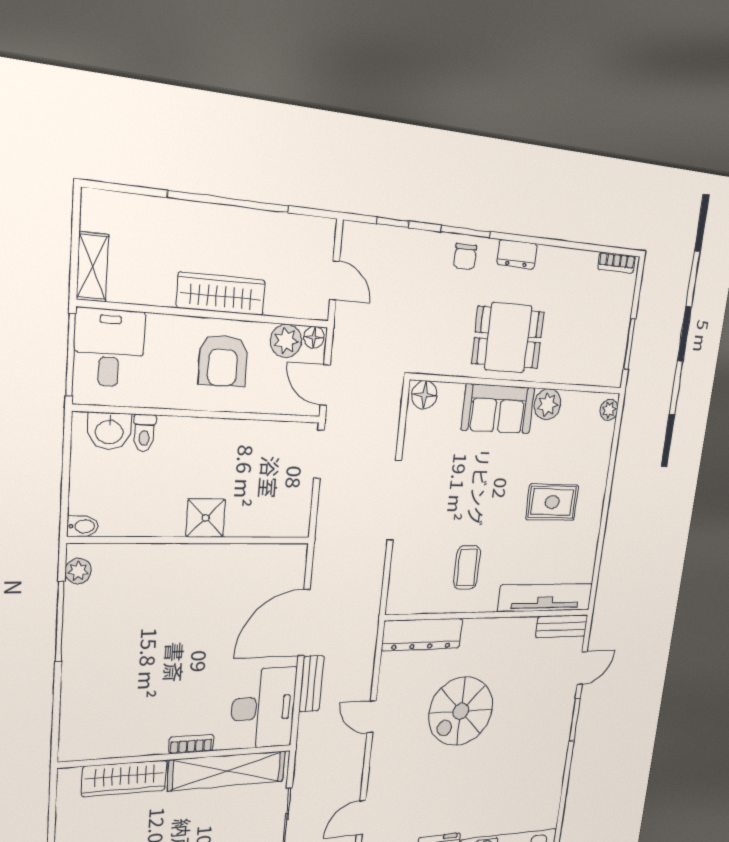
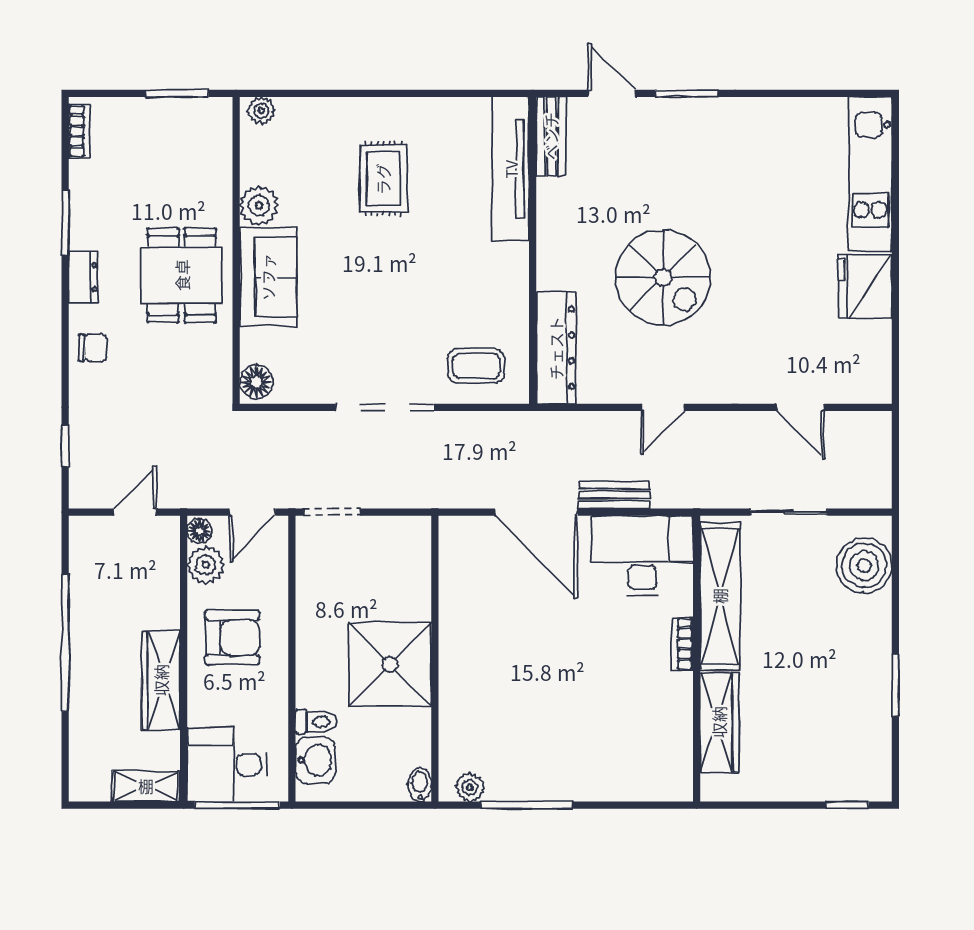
window: (466, 232) -> (65, 223), moved
wardrobe: (221, 294) -> (161, 680), moved
shower: (206, 518) -> (390, 664), width x1.86, depth x1.86
coffee table: (467, 567) -> (476, 366), moved

